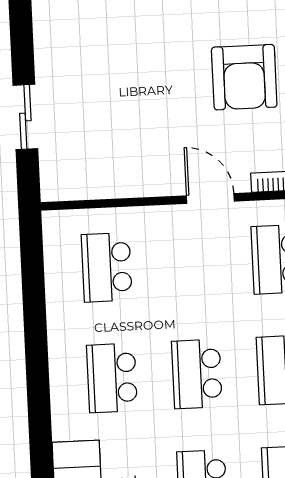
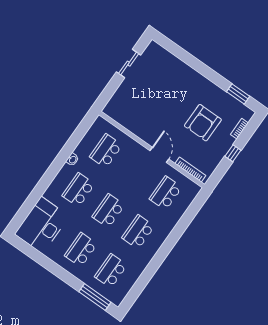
sliding door: (25, 117) -> (129, 64), moved
washbasin: (58, 331) -> (72, 160), added

